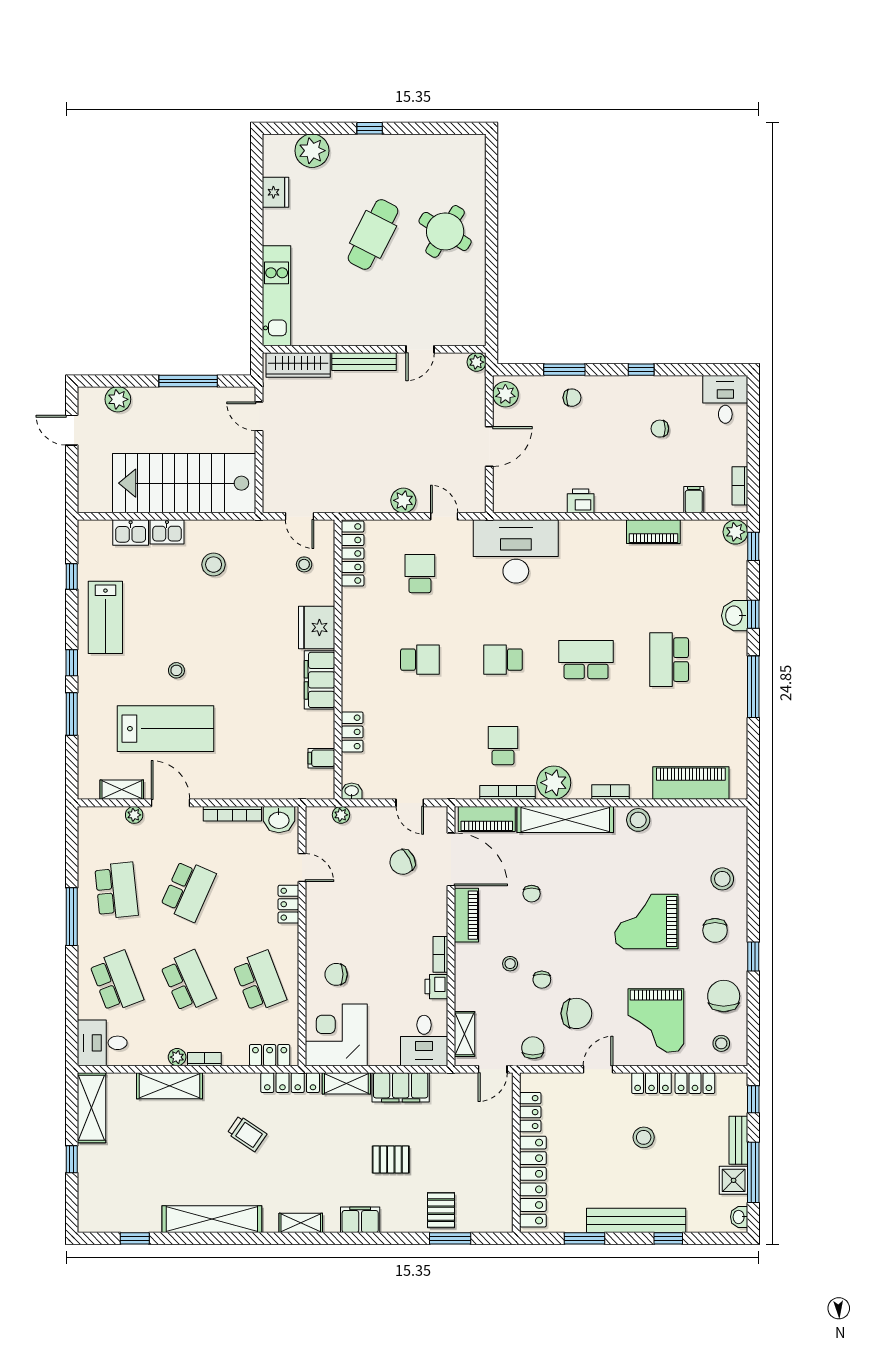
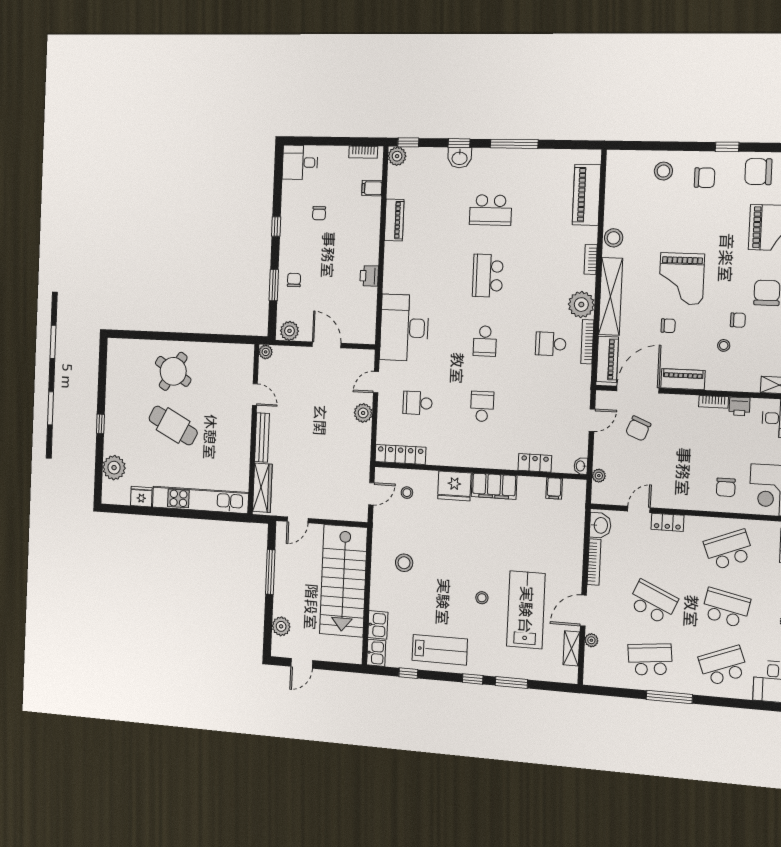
kitchen unit: (277, 296) -> (200, 500), width x1.36
kitchen sink: (167, 532) -> (376, 653), moved
chair: (403, 862) -> (638, 428), turned 48
grand piano: (646, 922) -> (682, 279), moved
school desk: (188, 982) -> (726, 608), turned 36

